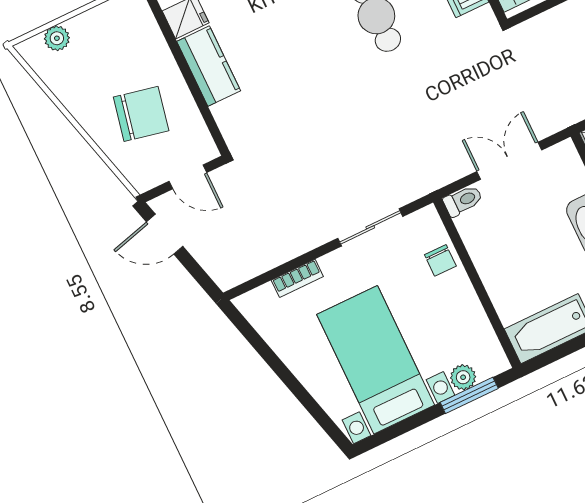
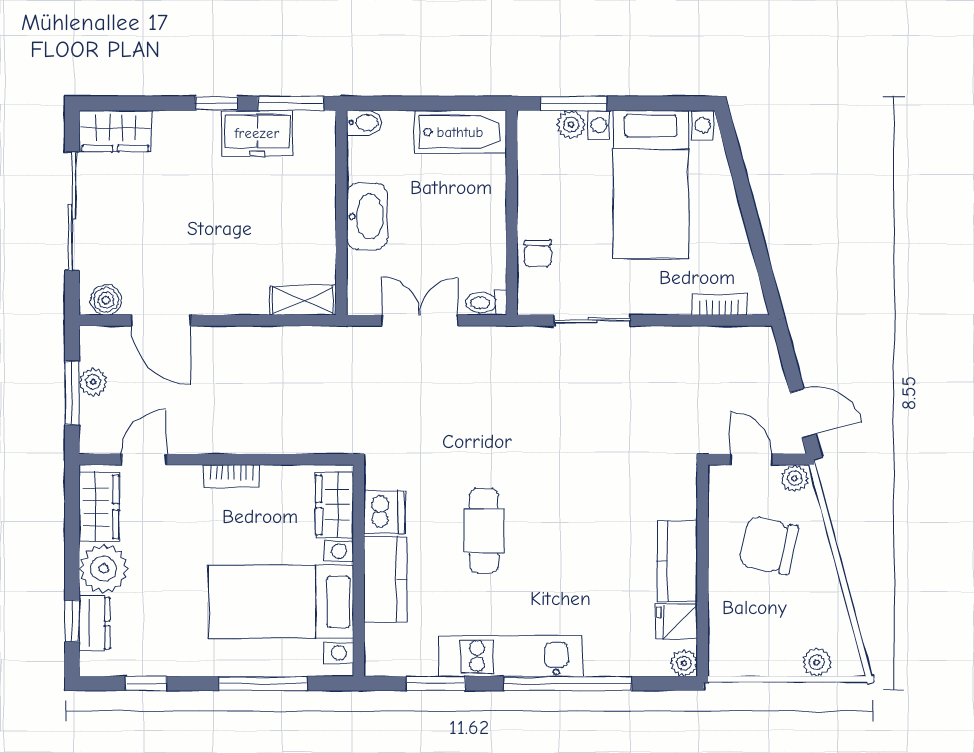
double door: (509, 161) -> (420, 320), swing flipped
plant: (146, 178) -> (795, 478), added
chair: (440, 260) -> (538, 253), turned 180
bookcase: (297, 278) -> (719, 304), moved

